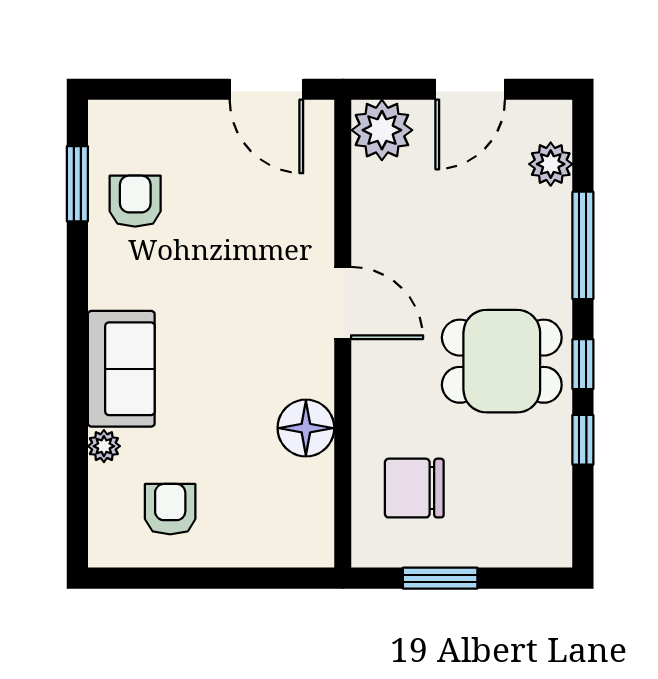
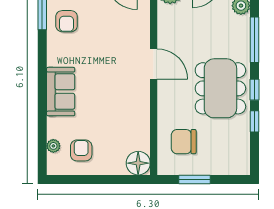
armchair: (135, 201) -> (67, 21), turned 180
dining table: (502, 361) -> (220, 88), width x1.38
floor lamp: (306, 428) -> (138, 163), moved
plant: (104, 446) -> (53, 146), moved

